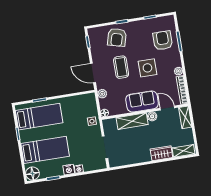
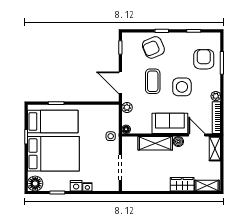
armchair: (117, 37) -> (153, 47), turned 52
bed: (45, 150) -> (53, 154), width x1.50

